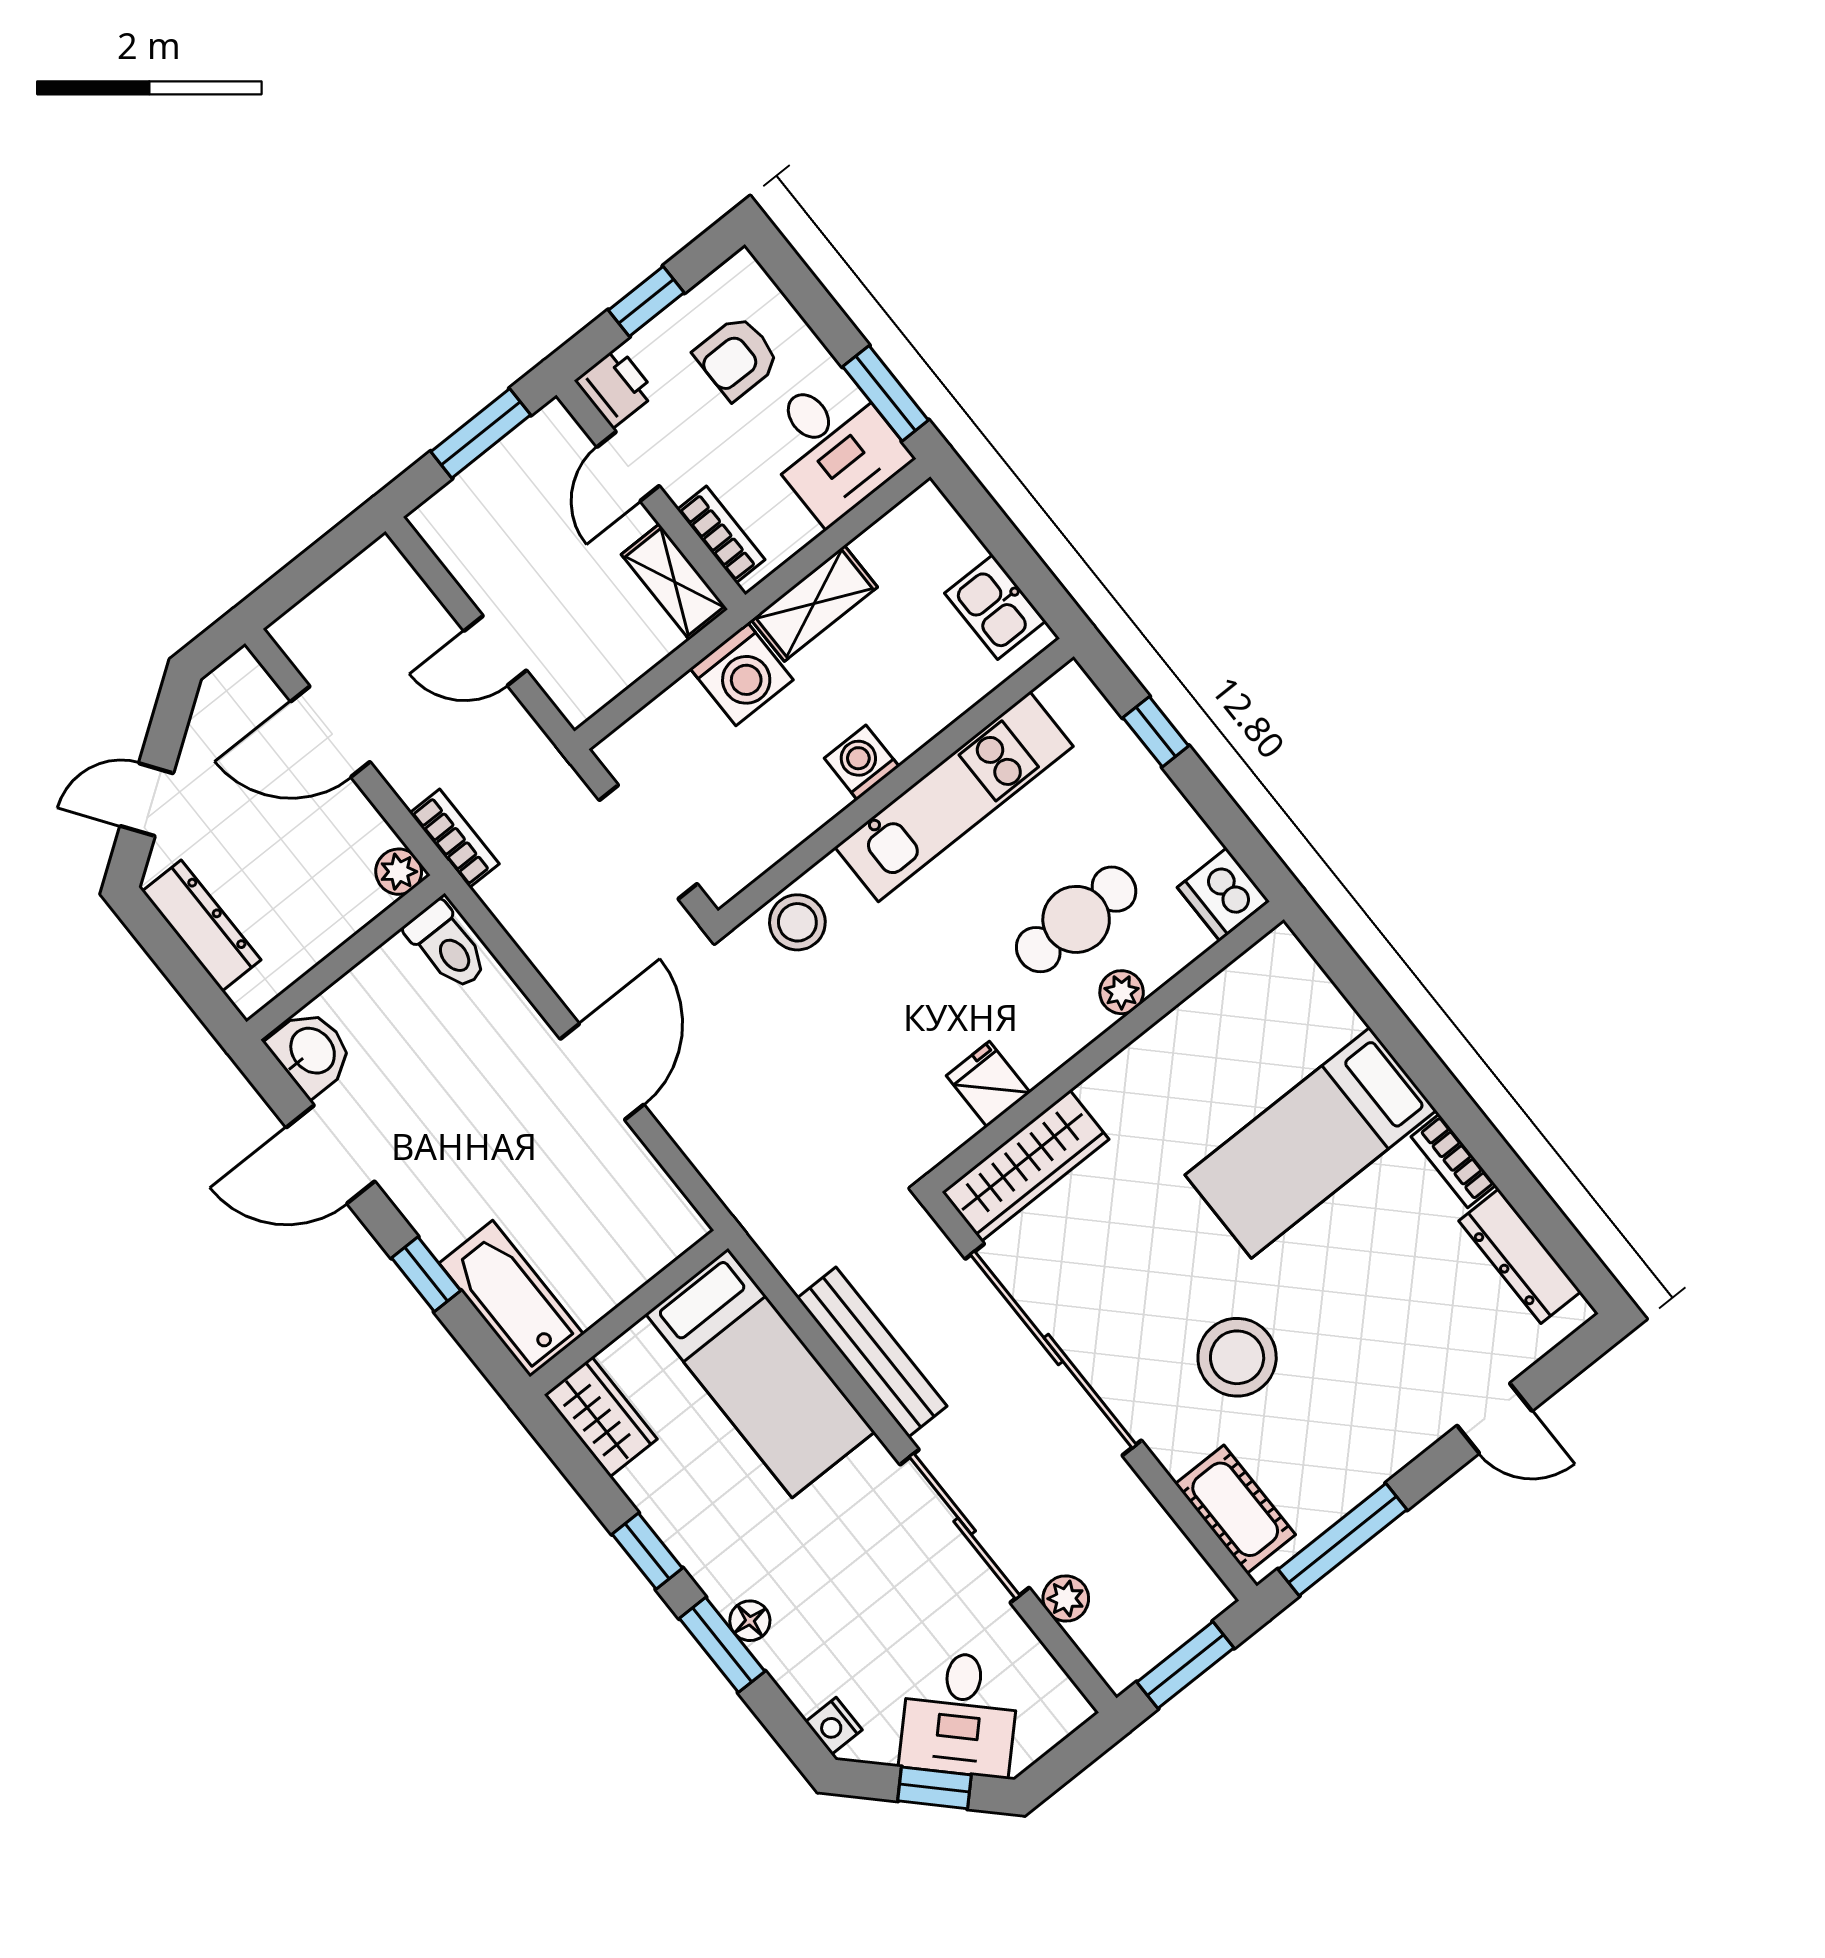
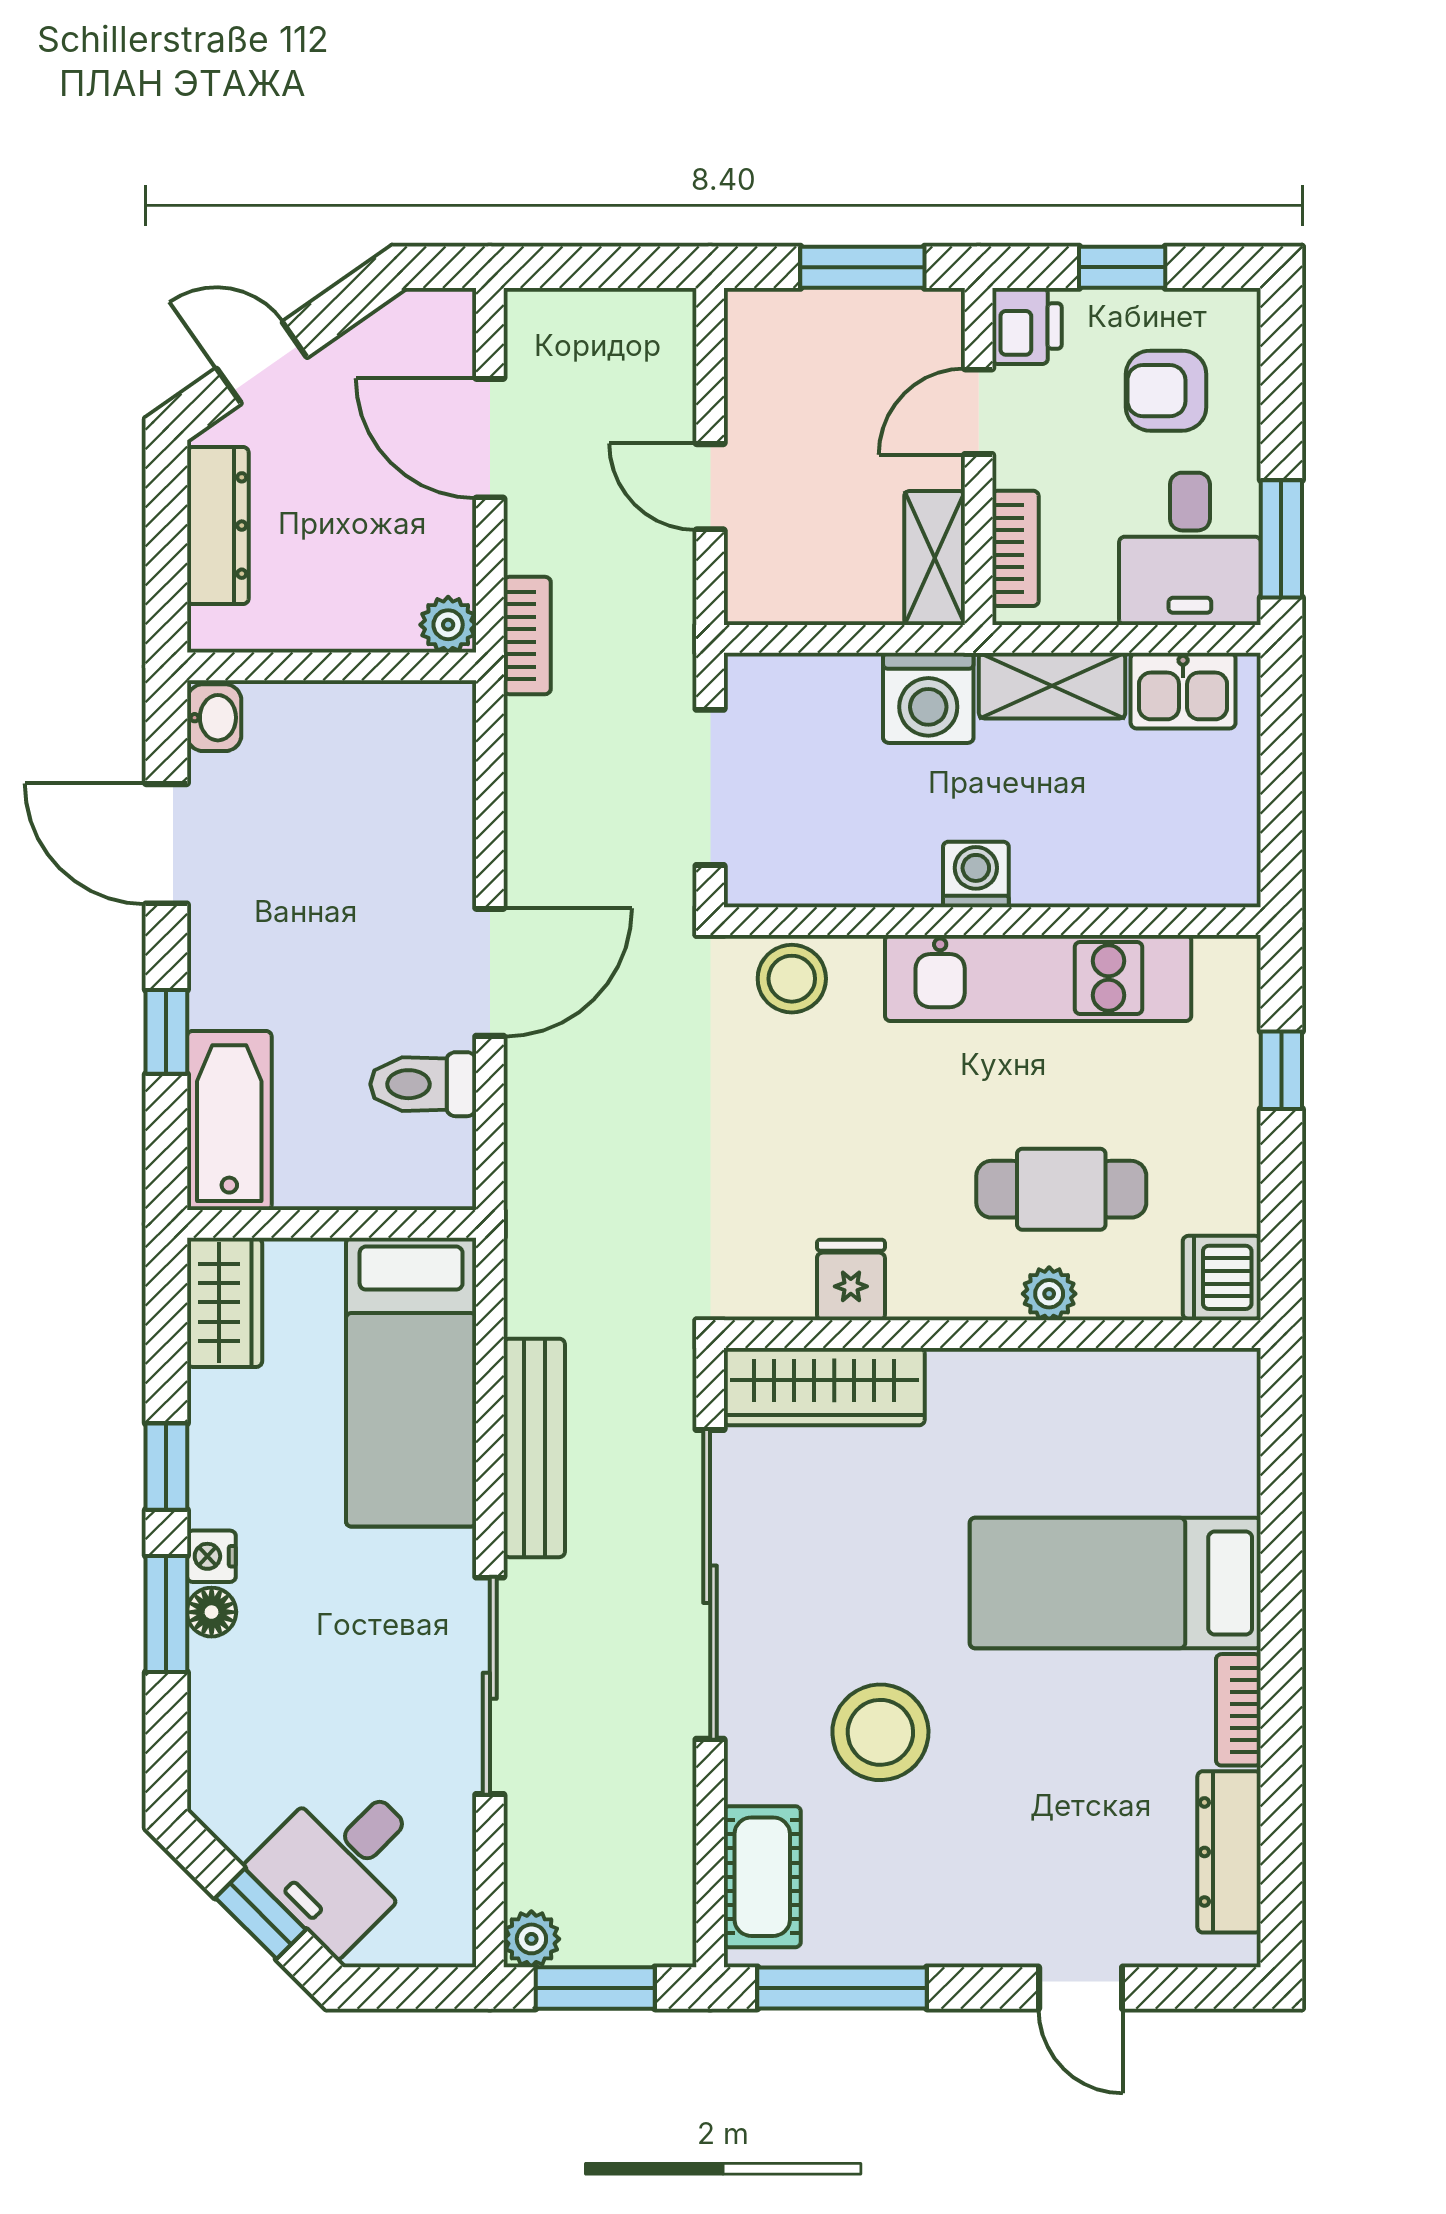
kitchen sink: (995, 607) -> (1183, 691), moved, turned -90
toilet: (447, 946) -> (423, 1084), moved, turned 90
washbasin: (311, 1052) -> (214, 718), width x0.72, depth x0.69
plant: (1066, 1599) -> (531, 1939), moved
nightstand: (834, 1726) -> (211, 1556), moved

